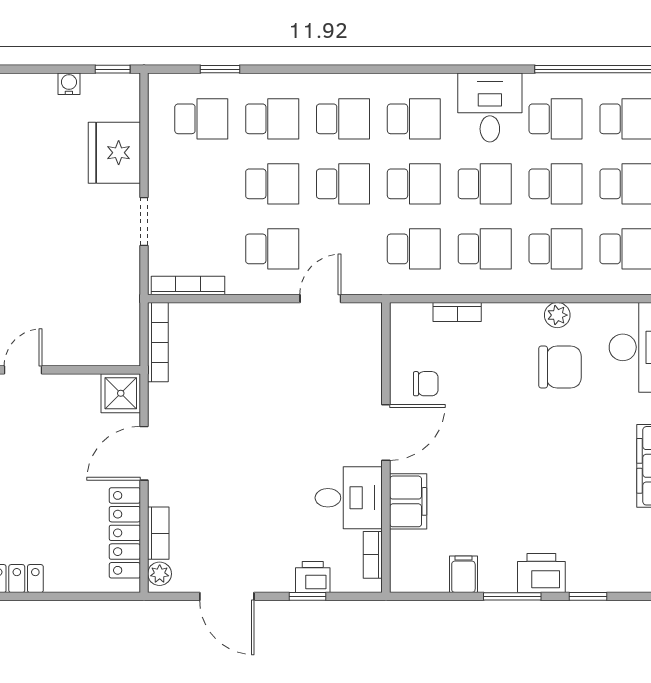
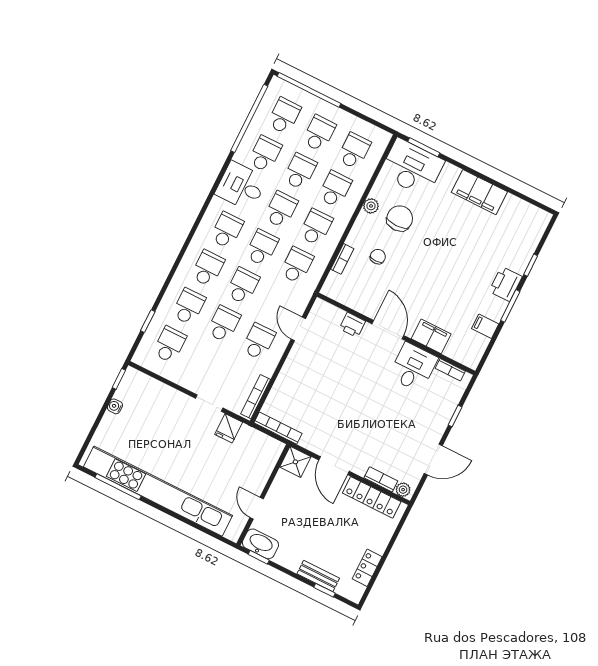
fridge: (114, 153) -> (229, 428), moved, width x0.53, depth x0.75
chair: (426, 384) -> (378, 257), moved
printer: (313, 577) -> (352, 325), moved, turned -90

